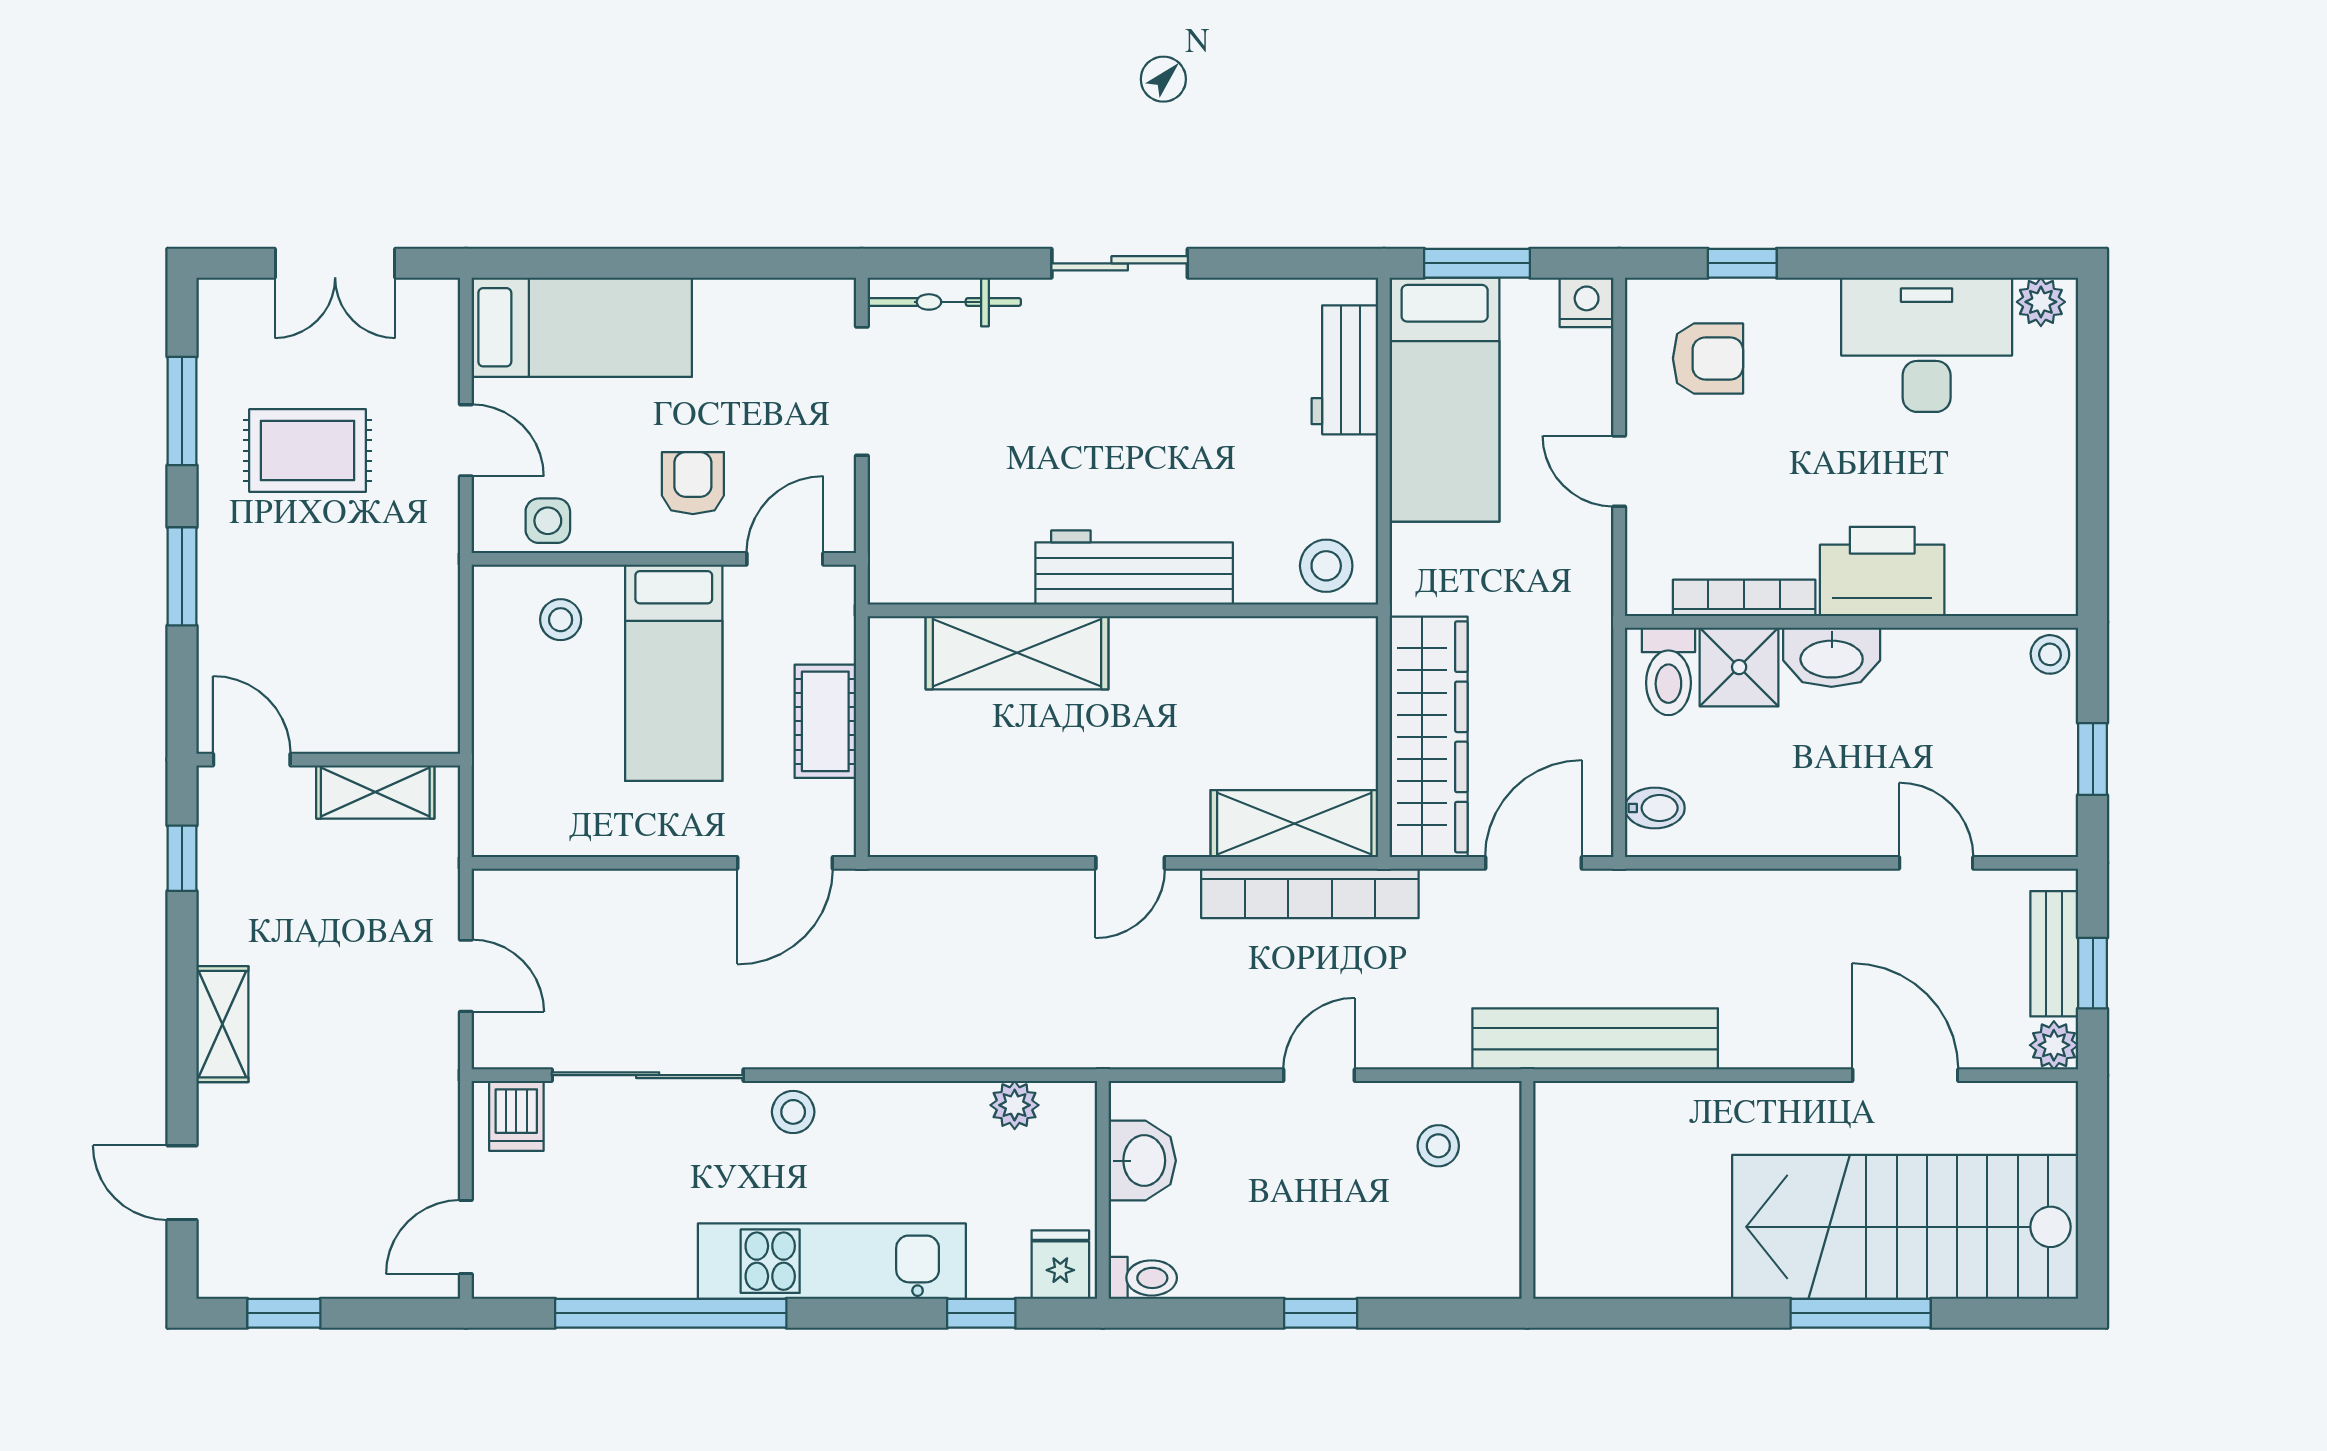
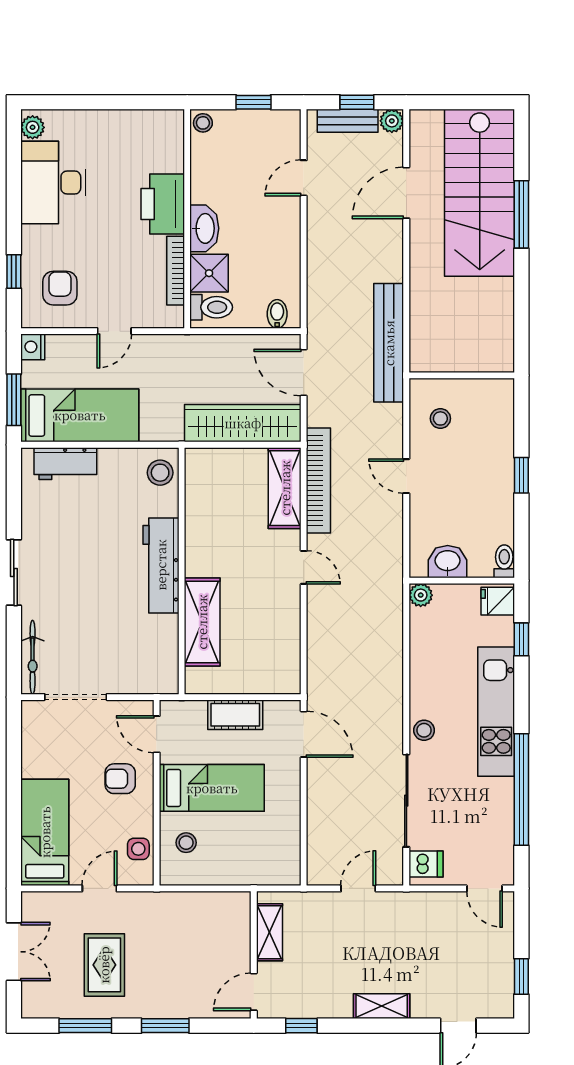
plant: (1015, 1105) -> (421, 595), moved

